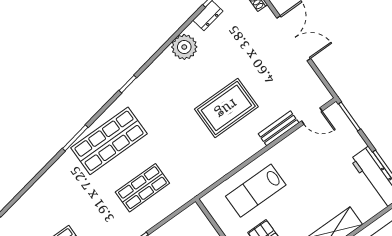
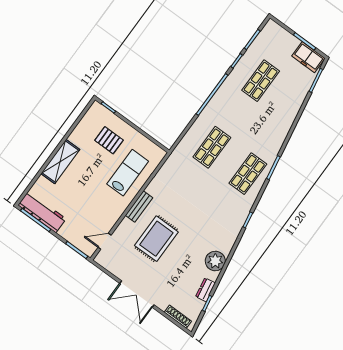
rug: (226, 108) -> (156, 239), moved
bench: (279, 128) -> (139, 206), moved
shop shelf: (109, 141) -> (248, 174), width x0.70, depth x0.74

